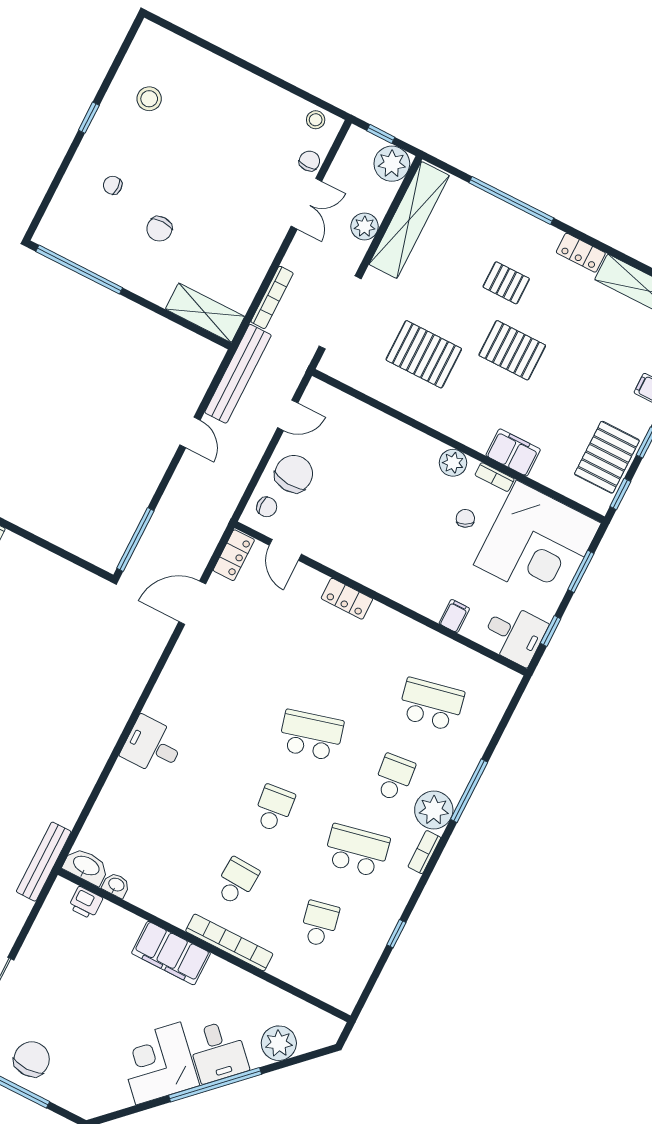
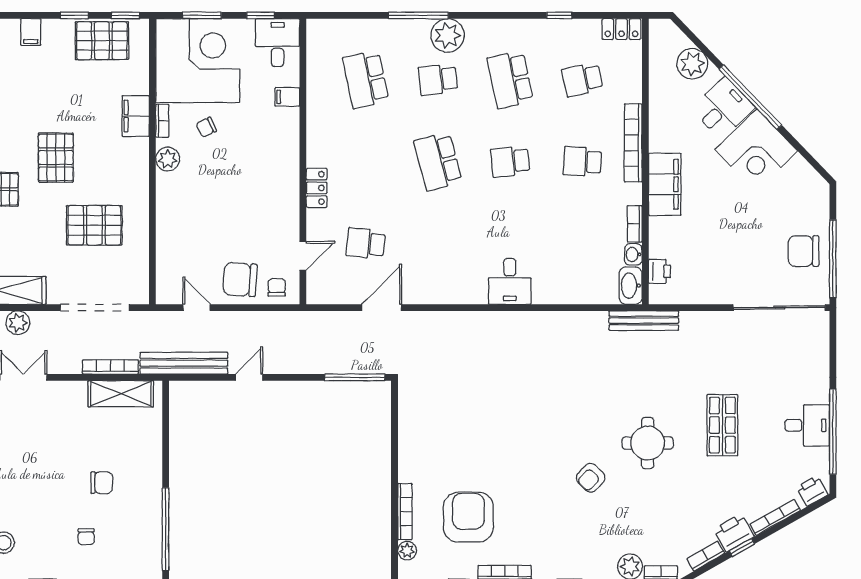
shelving: (205, 313) -> (121, 394), moved, turned 90
pallet: (424, 354) -> (94, 225), turned 90
locker: (234, 555) -> (621, 29), moved, turned 180
door: (192, 603) -> (382, 308), swing flipped
school desk: (265, 620) -> (366, 243), added
bookcase: (424, 852) -> (635, 224), moved, turned 90

